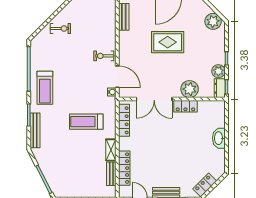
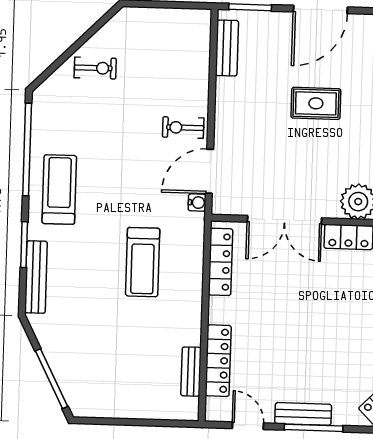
rug: (168, 42) -> (316, 103), width x0.73, depth x0.70
door: (117, 77) -> (209, 171), swing flipped
treadmill: (45, 88) -> (59, 190), turned 180
treadmill: (86, 122) -> (143, 262), turned -90
shelving: (111, 150) -> (192, 322), removed

